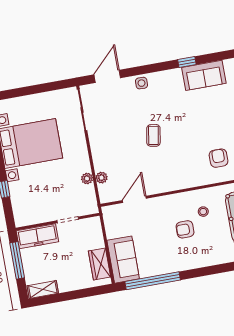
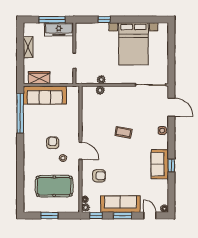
sofa: (204, 75) -> (160, 164), moved
door: (134, 199) -> (80, 151), moved
freezer: (37, 236) -> (59, 29), moved, turned -90
sofa: (123, 260) -> (45, 95), width x1.36
shelving: (43, 289) -> (28, 47), moved

